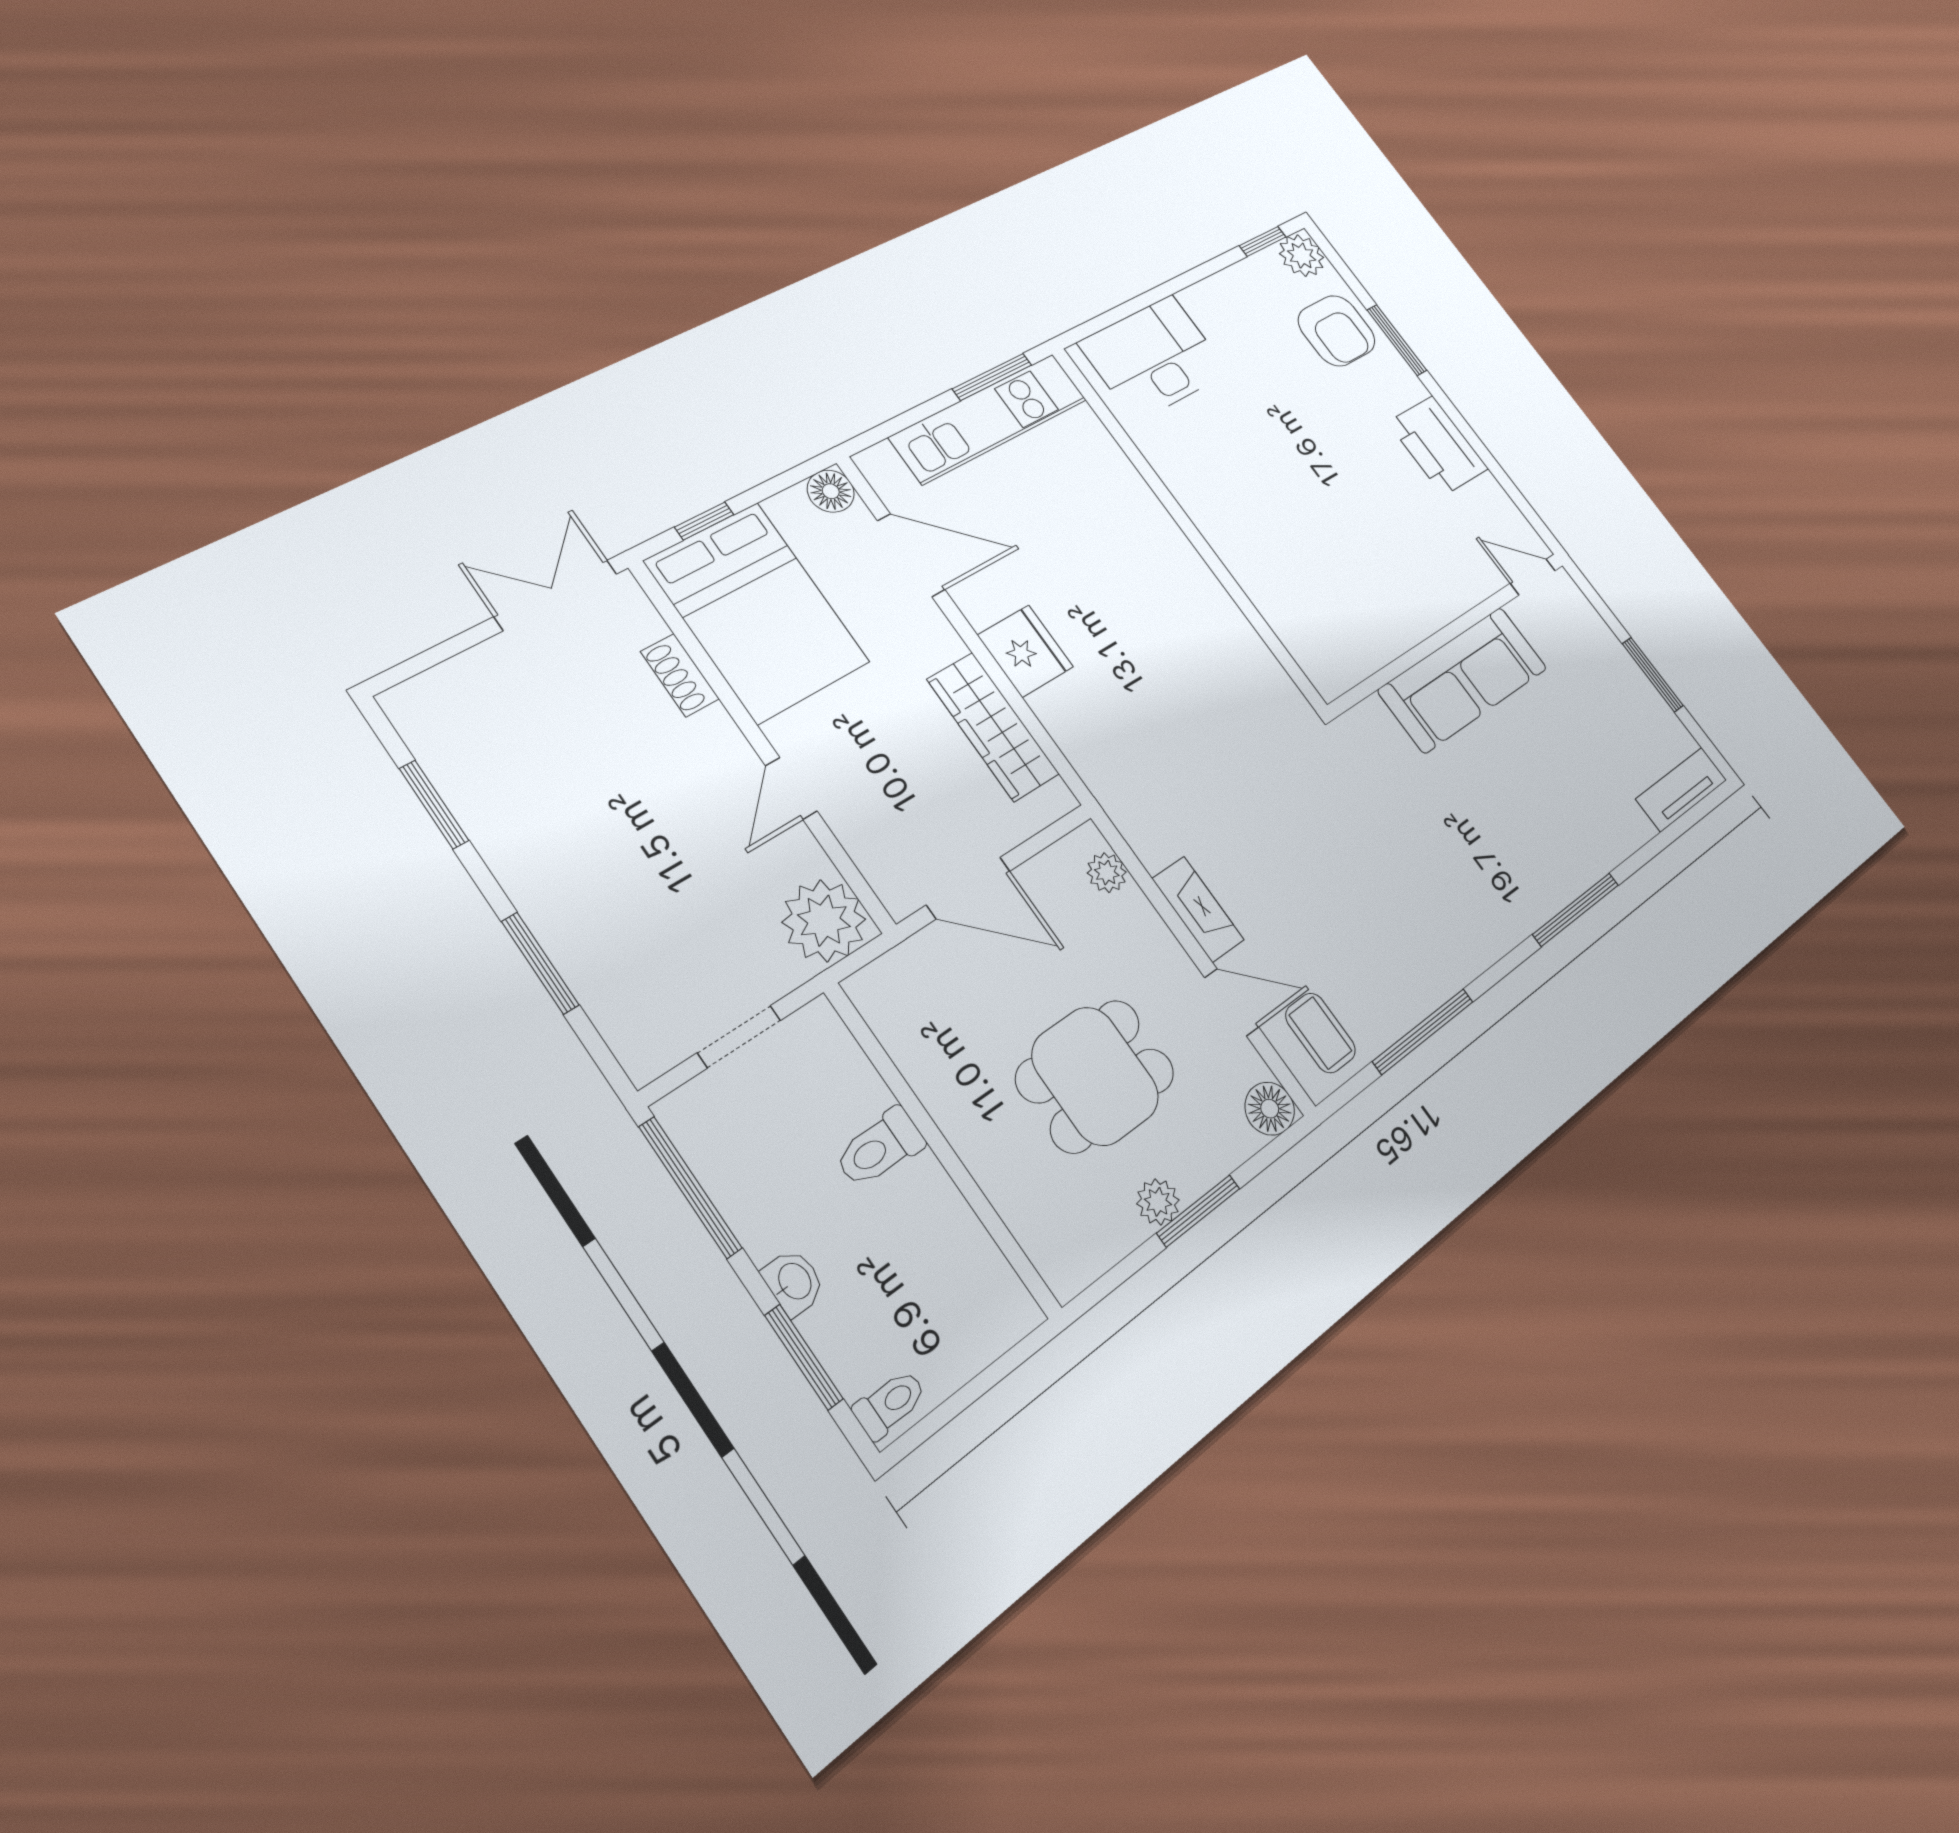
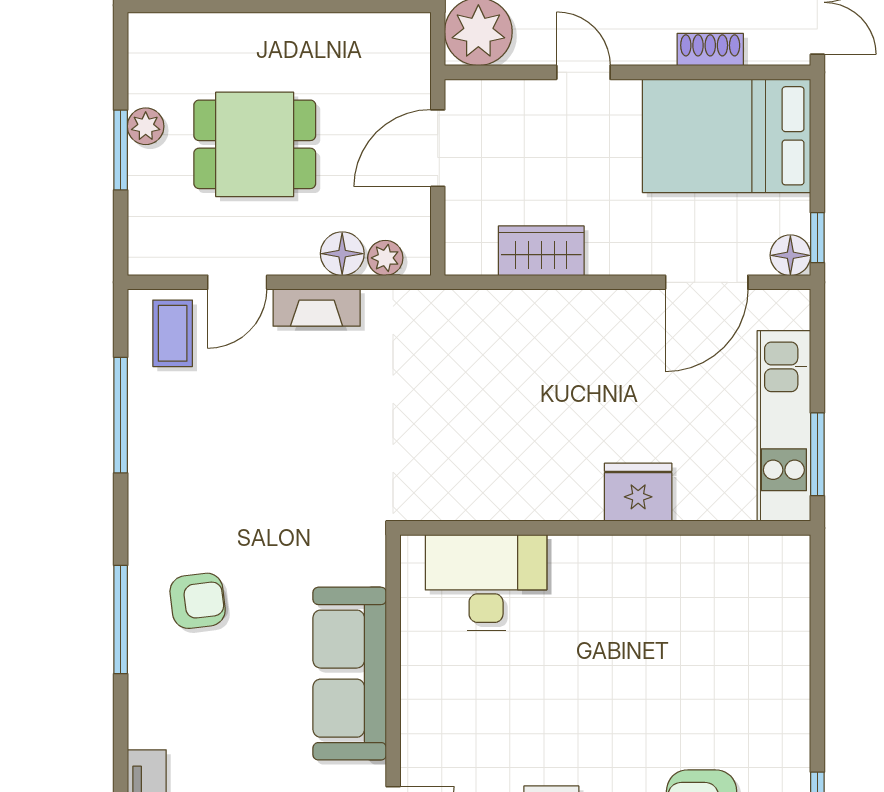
desk: (1154, 358) -> (486, 582), moved, turned -90
window: (704, 521) -> (817, 238), moved
fridge: (1025, 651) -> (638, 492), moved, turned 180
wardrobe: (993, 727) -> (541, 251), width x0.67
armchair: (1511, 851) -> (198, 601), added
coffee table: (1320, 1033) -> (173, 333), turned 90
dining table: (1095, 1076) -> (255, 144), turned 90
floor lamp: (1270, 1109) -> (342, 254), moved

